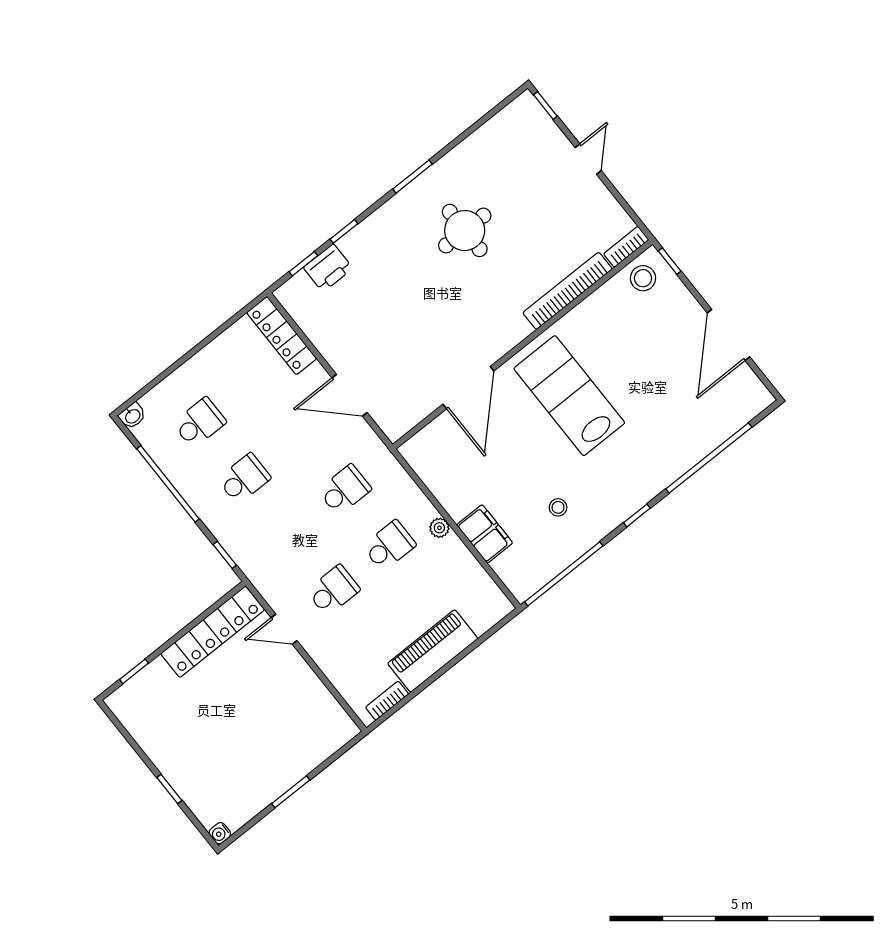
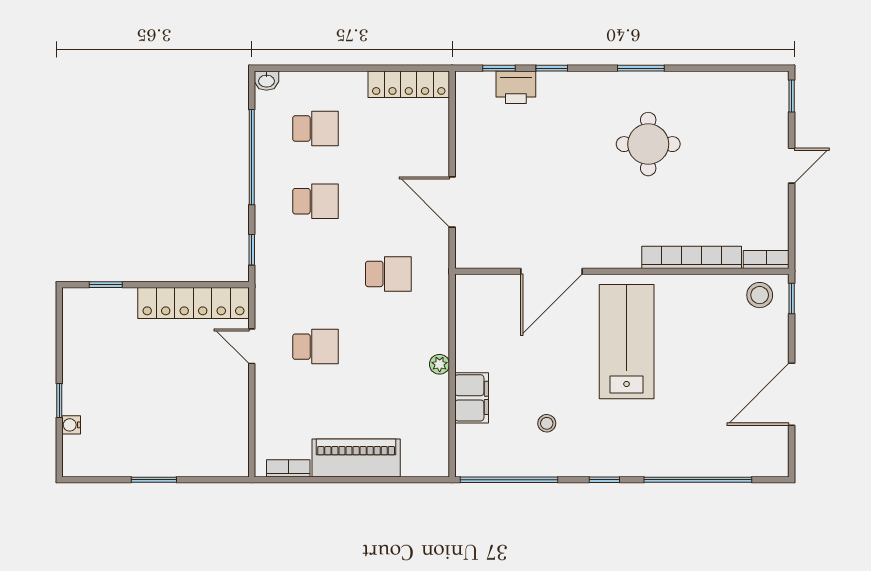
locker: (282, 336) -> (409, 84), moved, turned -90
school desk: (389, 546) -> (388, 347), removed
water cooler: (220, 833) -> (71, 425), moved

